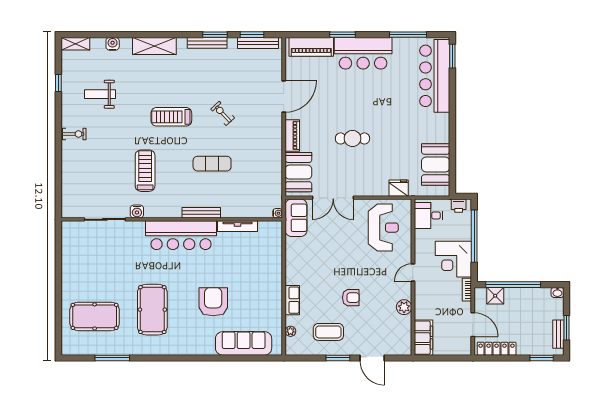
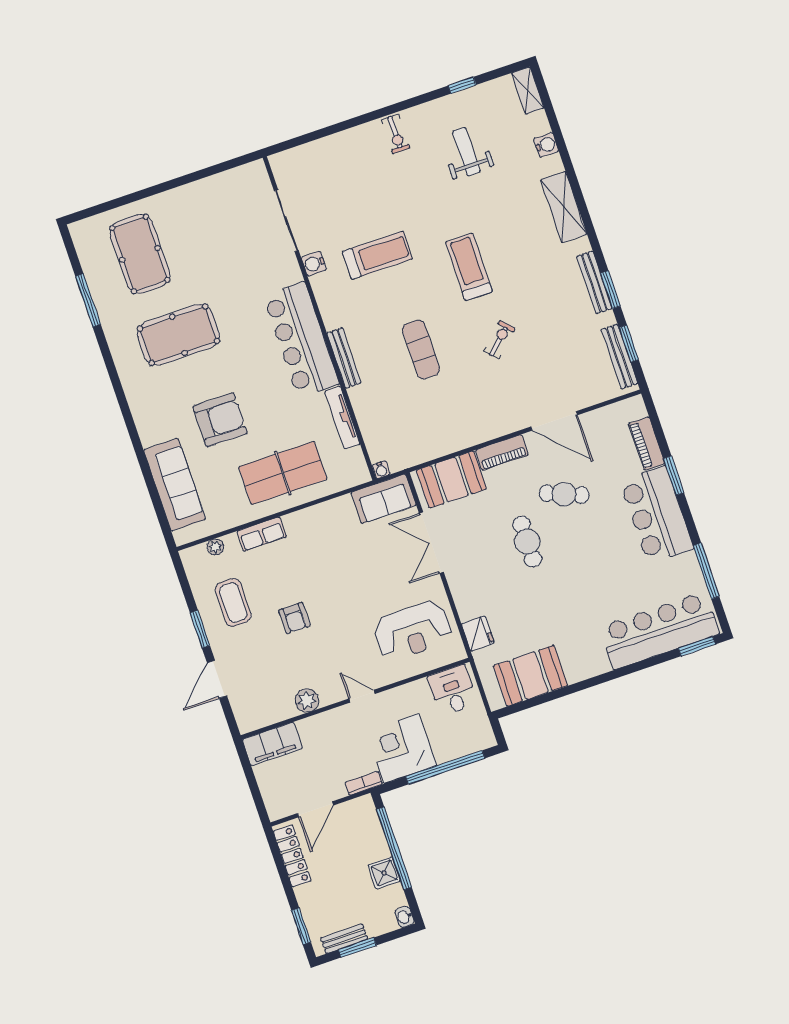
piano: (311, 47) -> (647, 443), width x0.73, depth x0.75
cafe table: (331, 106) -> (564, 494), added
printer: (459, 206) -> (482, 730), removed
table tennis table: (259, 274) -> (283, 473), added
shower: (495, 296) -> (384, 873), moved

